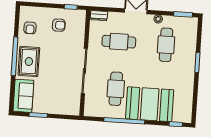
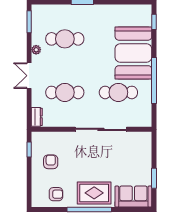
cafe table: (119, 42) -> (65, 92), turned 90

